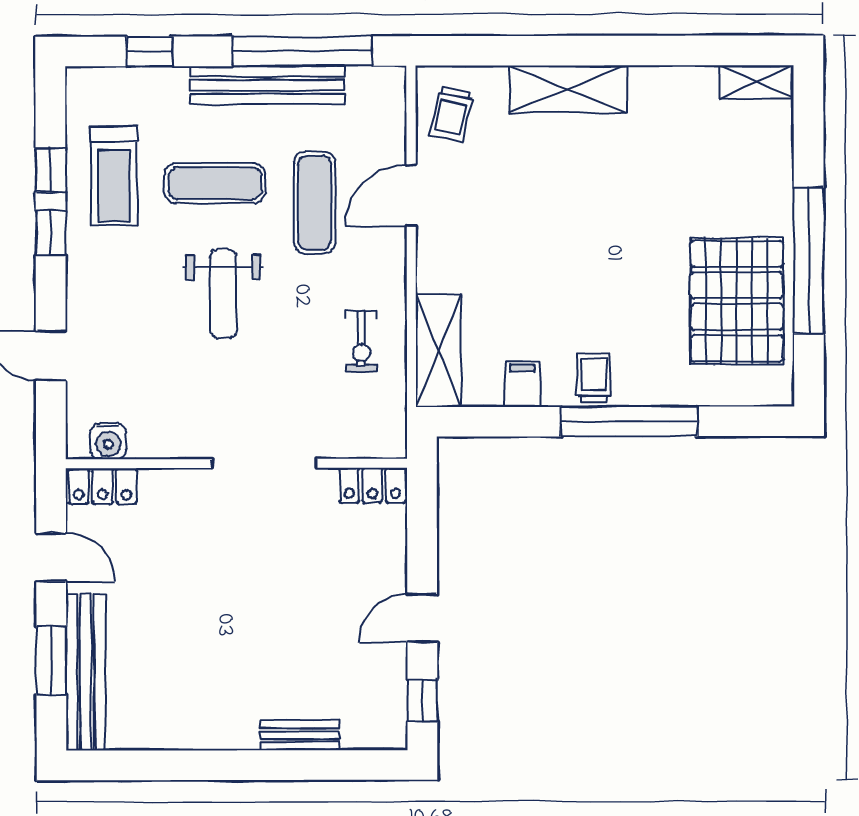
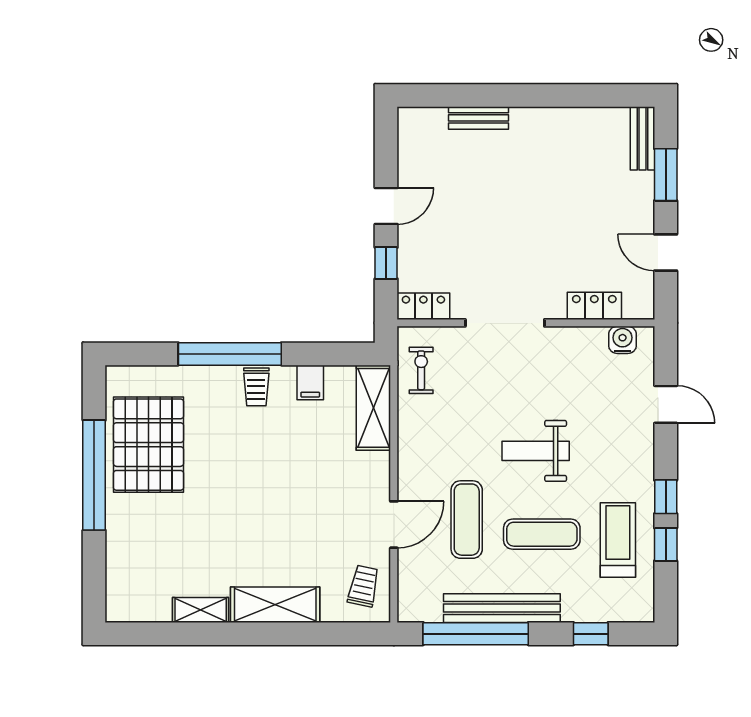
shelving: (757, 82) -> (201, 610), moved
weight bench: (223, 294) -> (536, 451), turned -90
exercise bike: (361, 341) -> (421, 370), moved
locker: (103, 486) -> (594, 306), moved
bench: (86, 672) -> (642, 138), width x0.54, depth x0.82
window: (422, 700) -> (386, 263), moved

